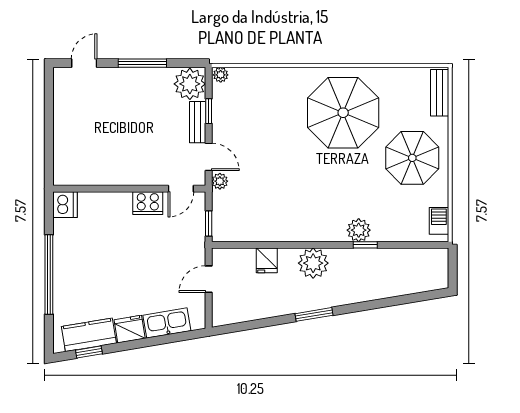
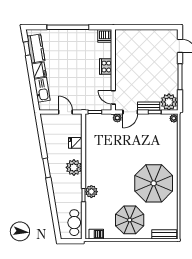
cooker: (148, 203) -> (106, 67), moved
cafe table: (417, 263) -> (74, 223), added

